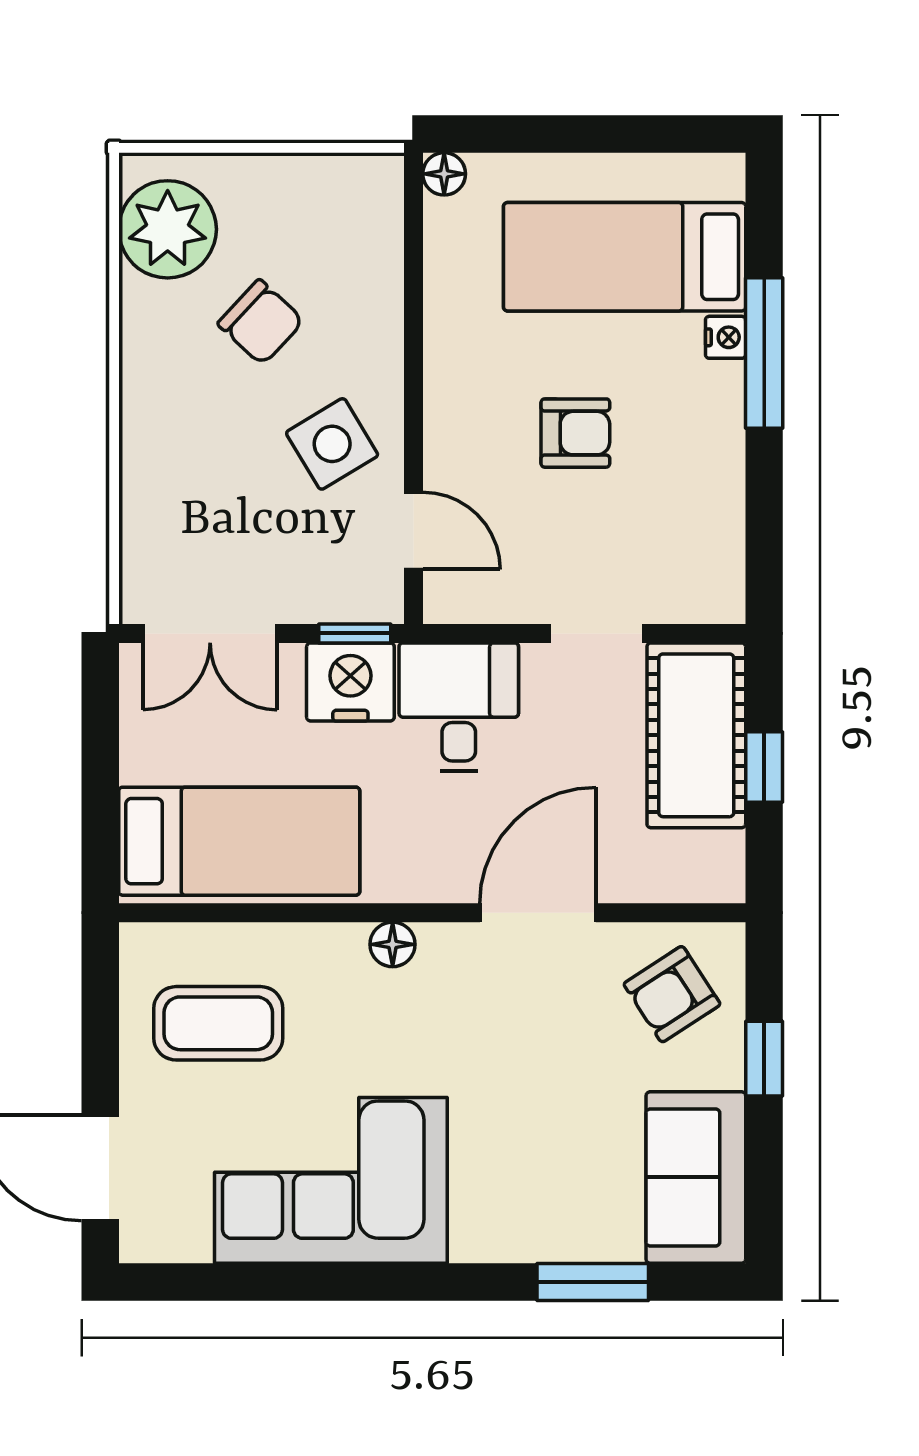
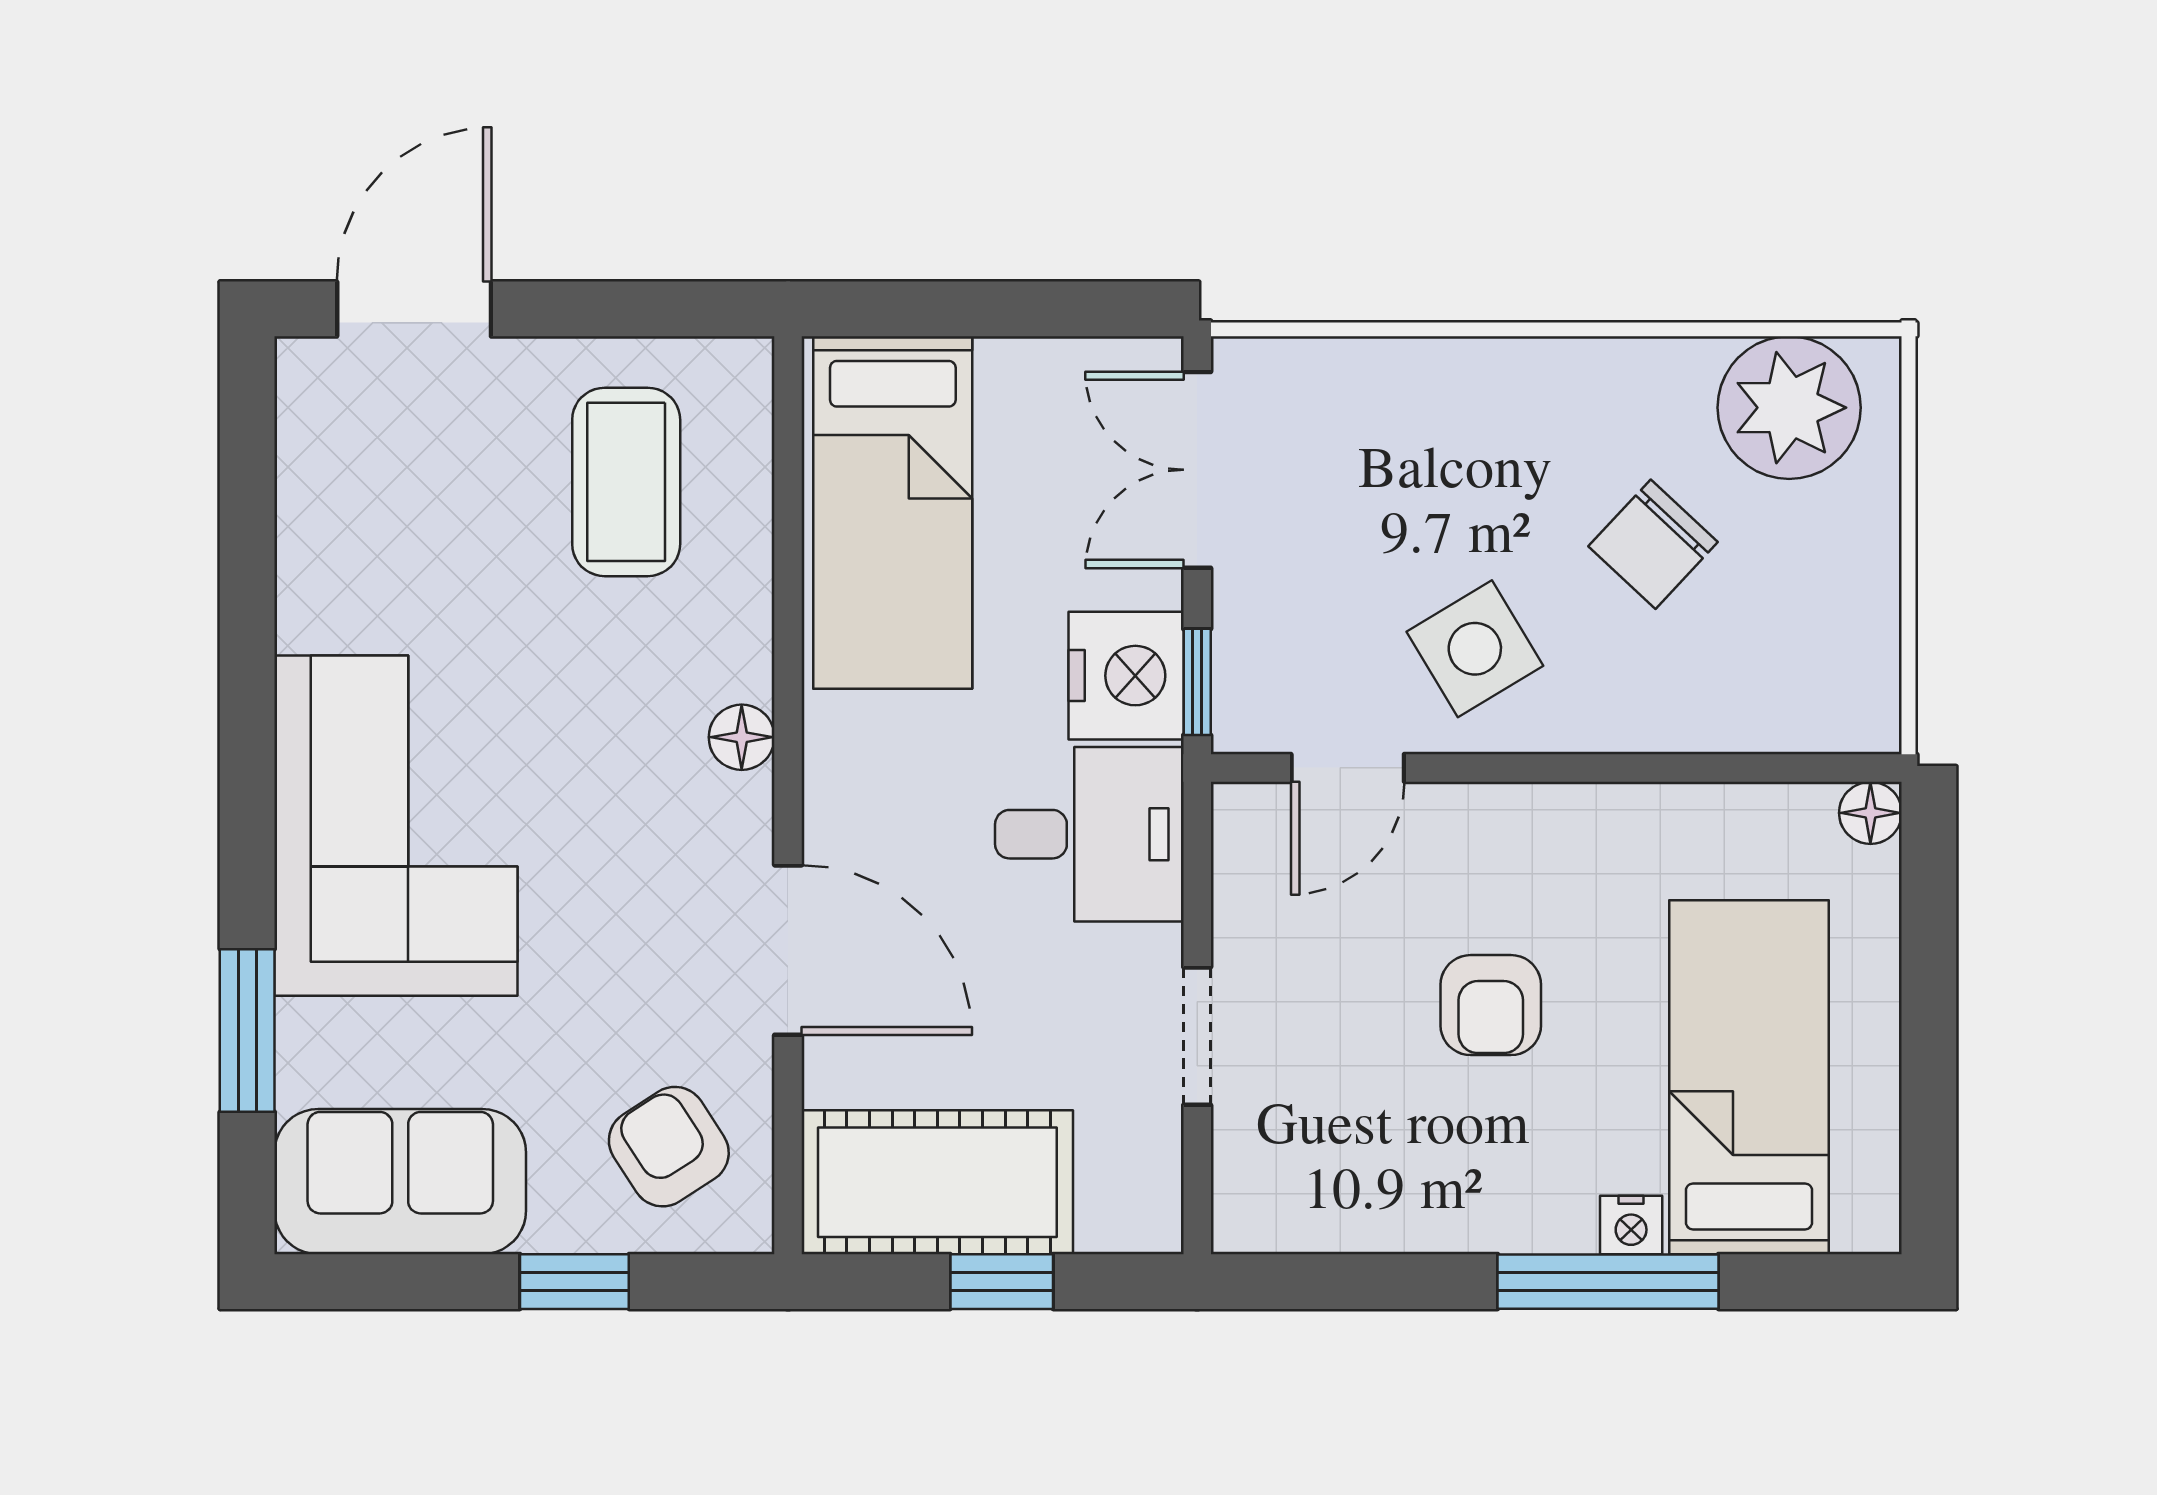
cot: (696, 735) -> (937, 1182), moved
corner sofa: (331, 1180) -> (396, 826), moved

